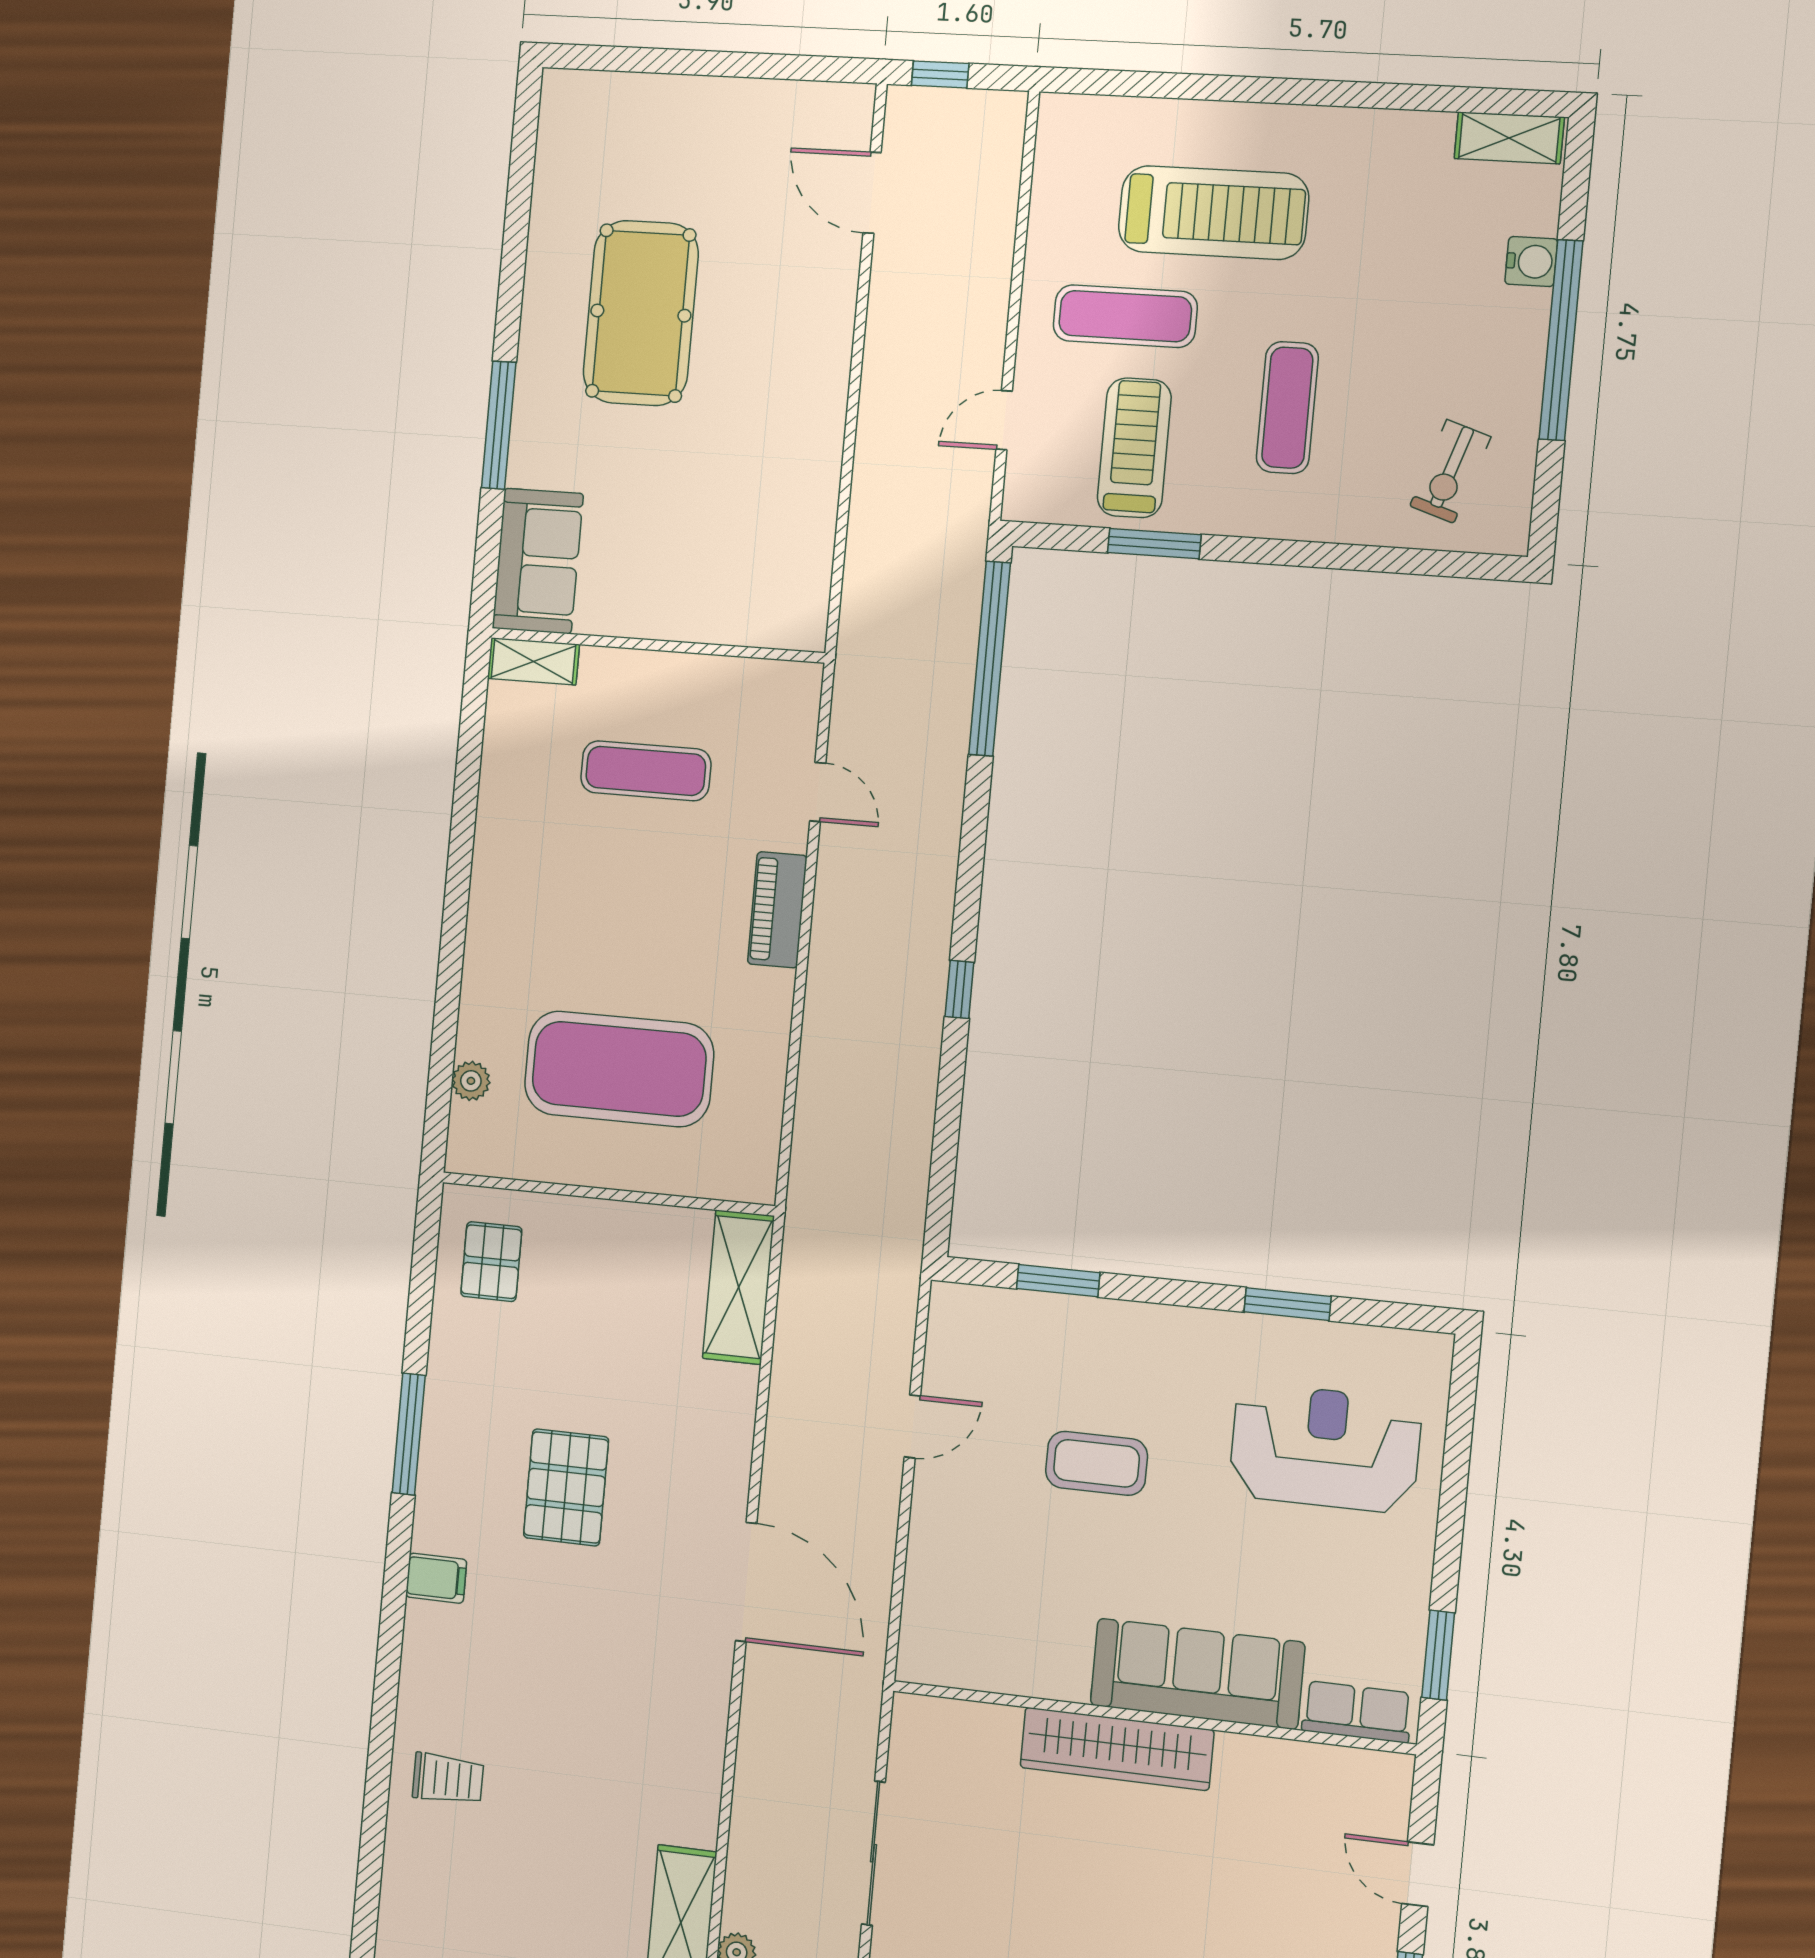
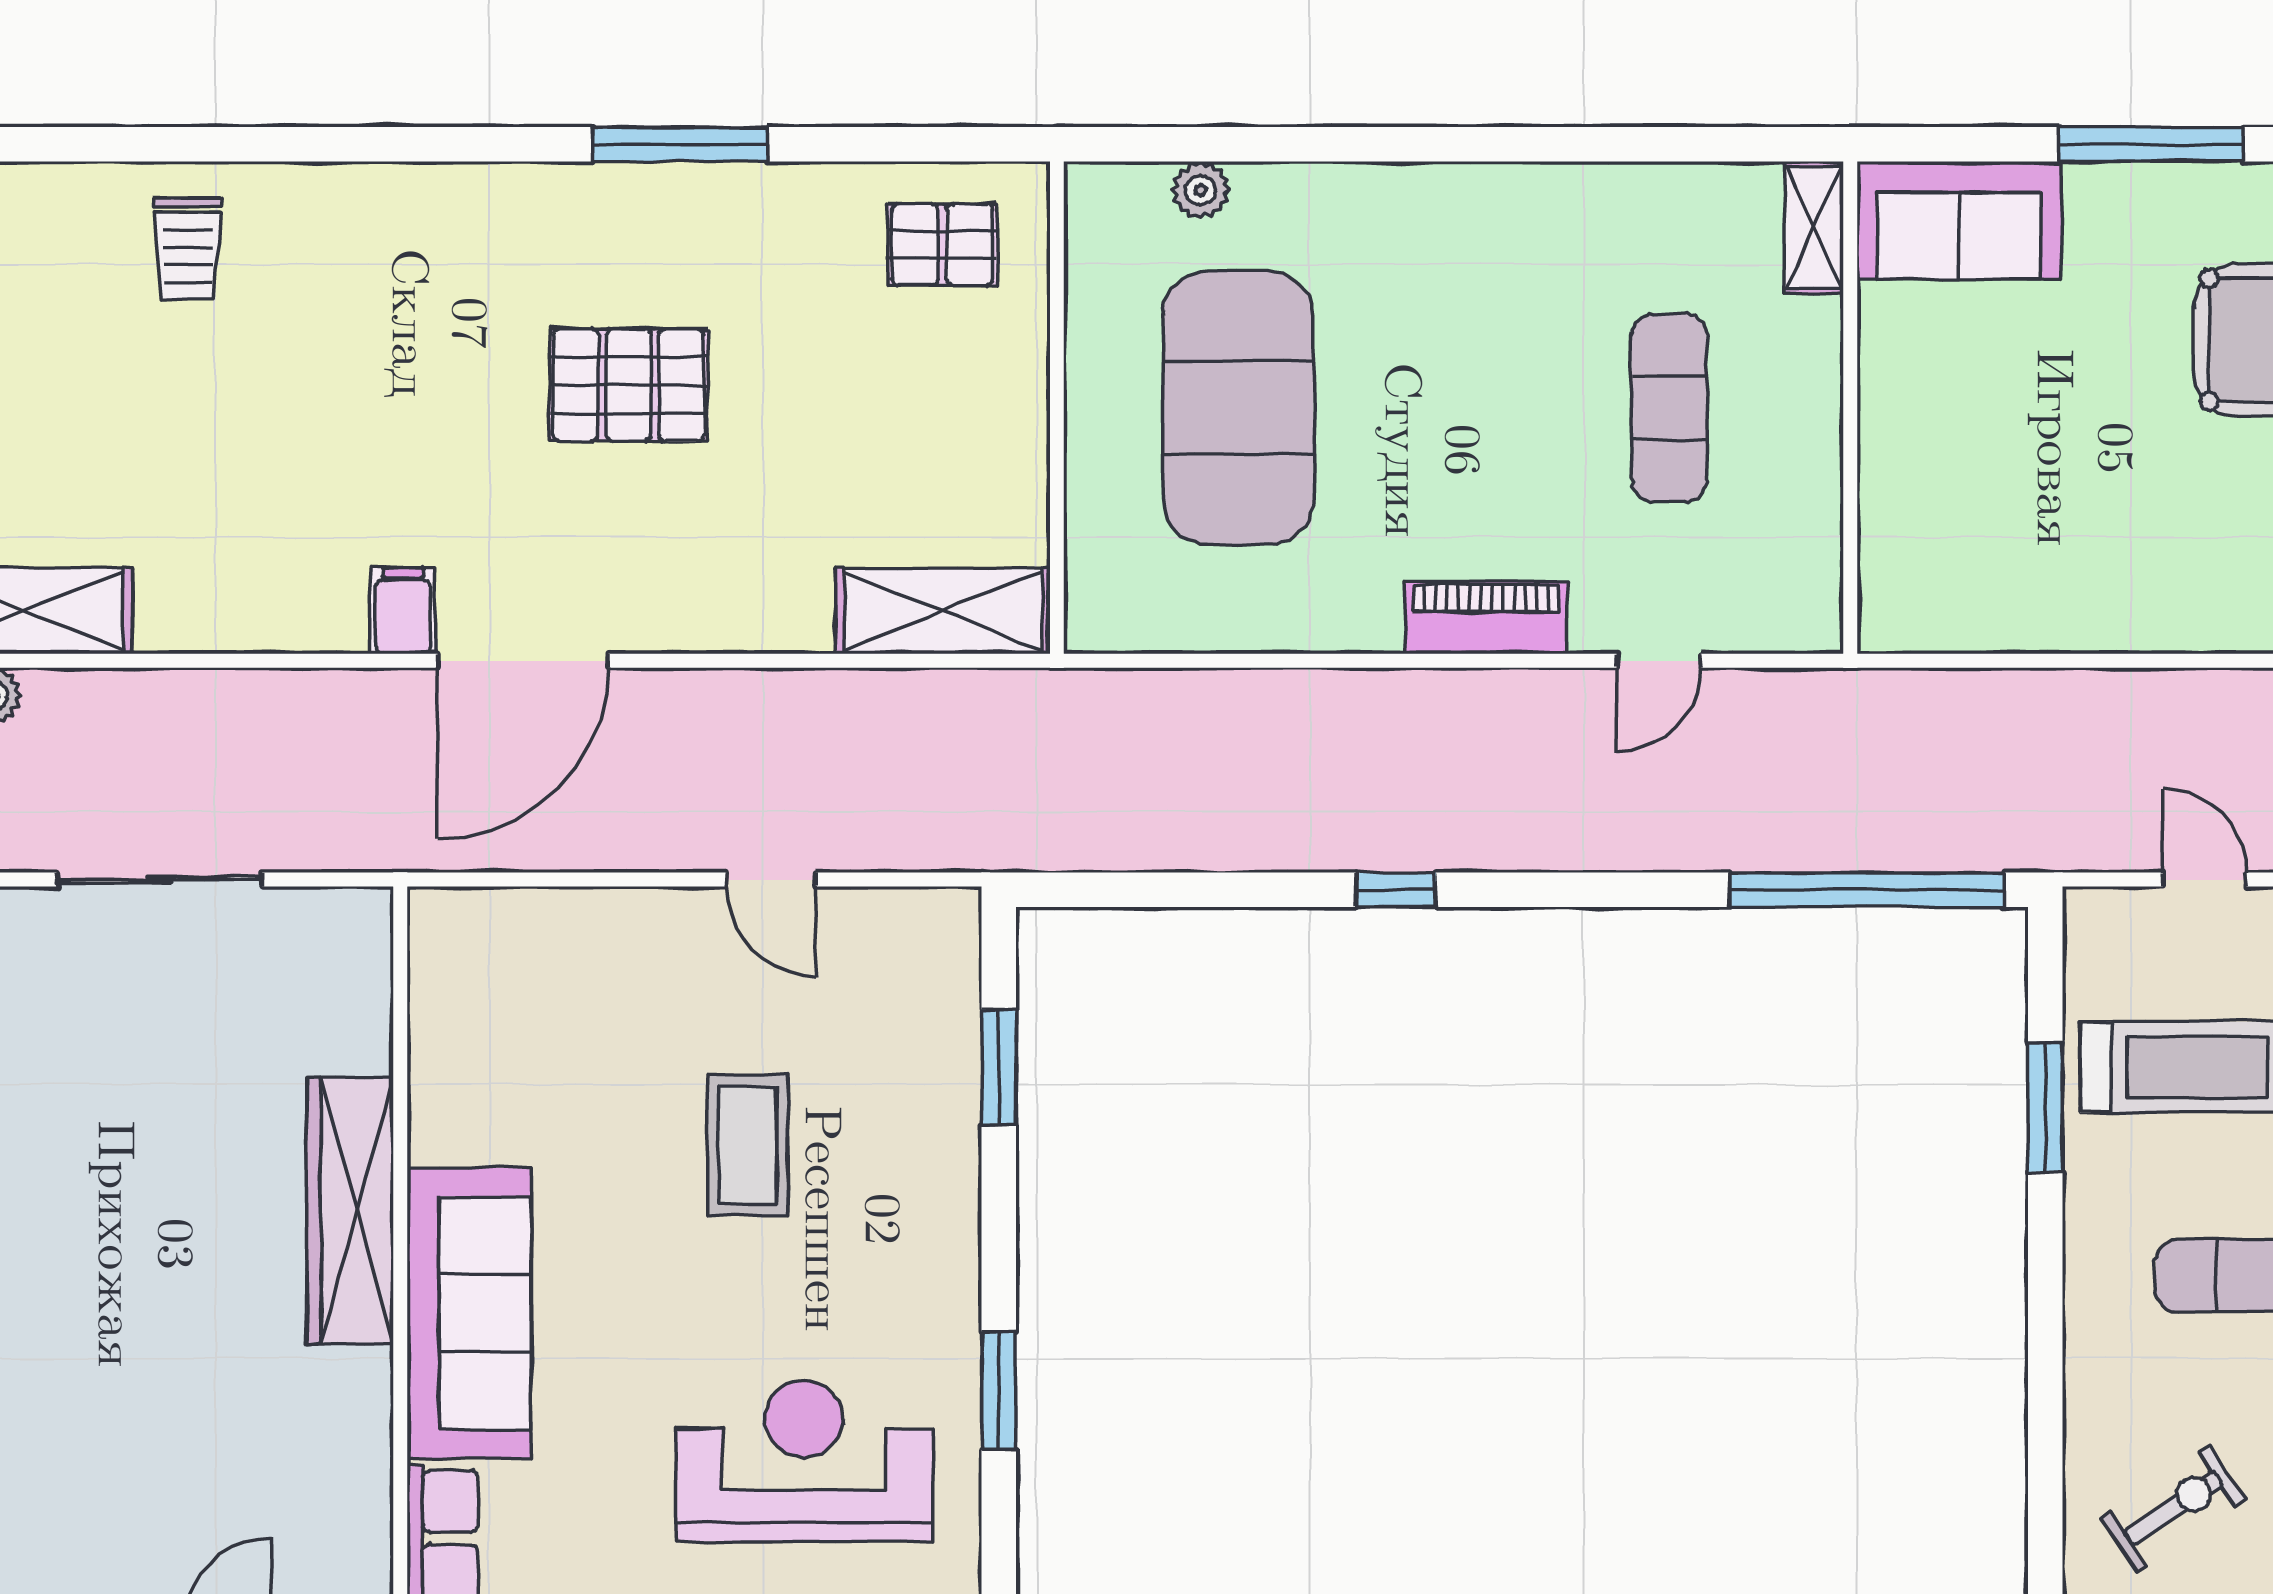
exercise bike: (1450, 471) -> (2173, 1508), turned 128
reception desk: (1325, 1448) -> (804, 1461), turned -90
filing cabinet: (436, 1578) -> (403, 611), moved, turned 180

